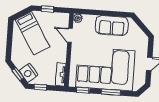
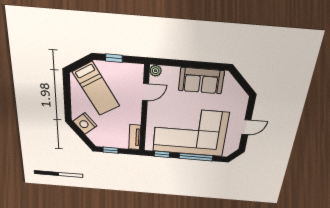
door: (70, 35) -> (145, 92), swing flipped
nightstand: (29, 73) -> (85, 123), moved
window: (18, 74) -> (82, 136), removed
window: (111, 92) -> (196, 157), width x1.44

